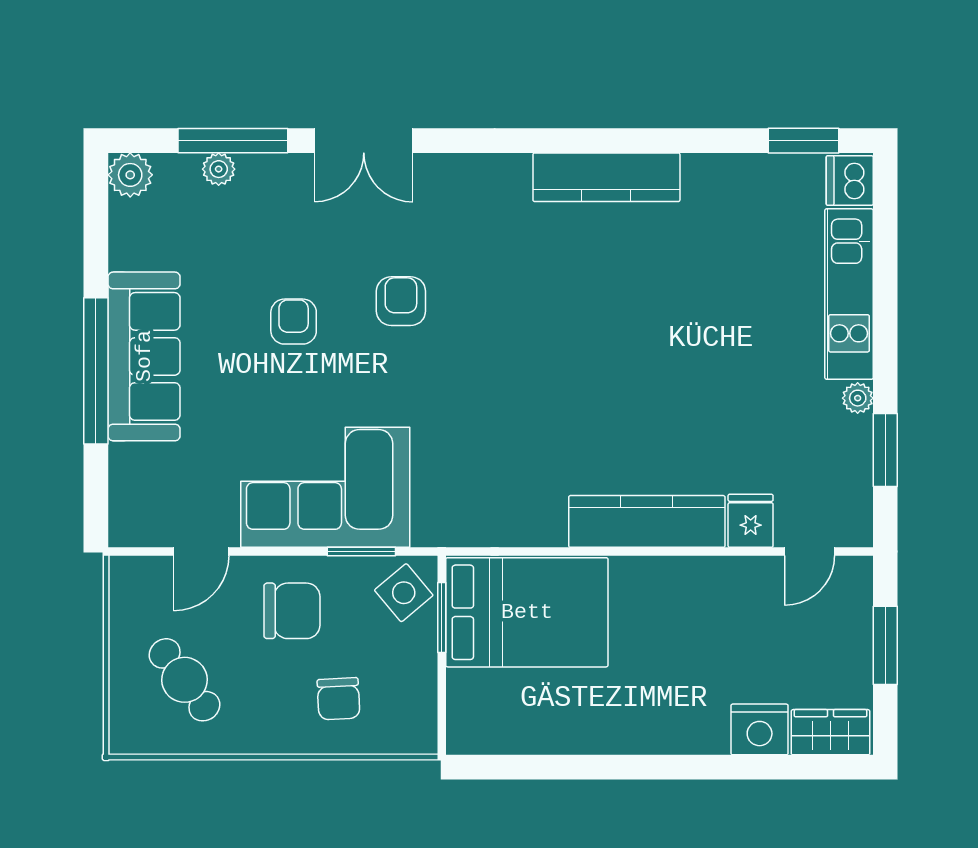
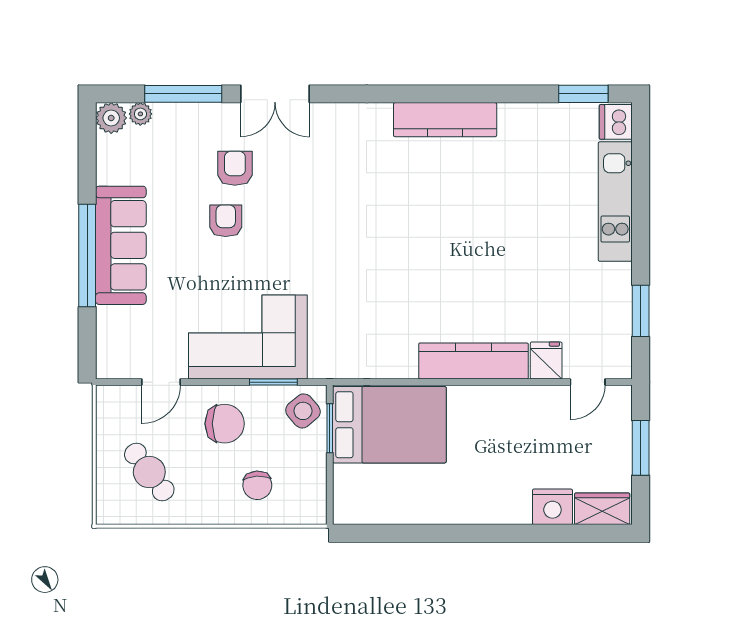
plant: (219, 169) -> (140, 114), moved
armchair: (401, 301) -> (235, 168), moved
plant: (858, 398) -> (621, 274), removed

